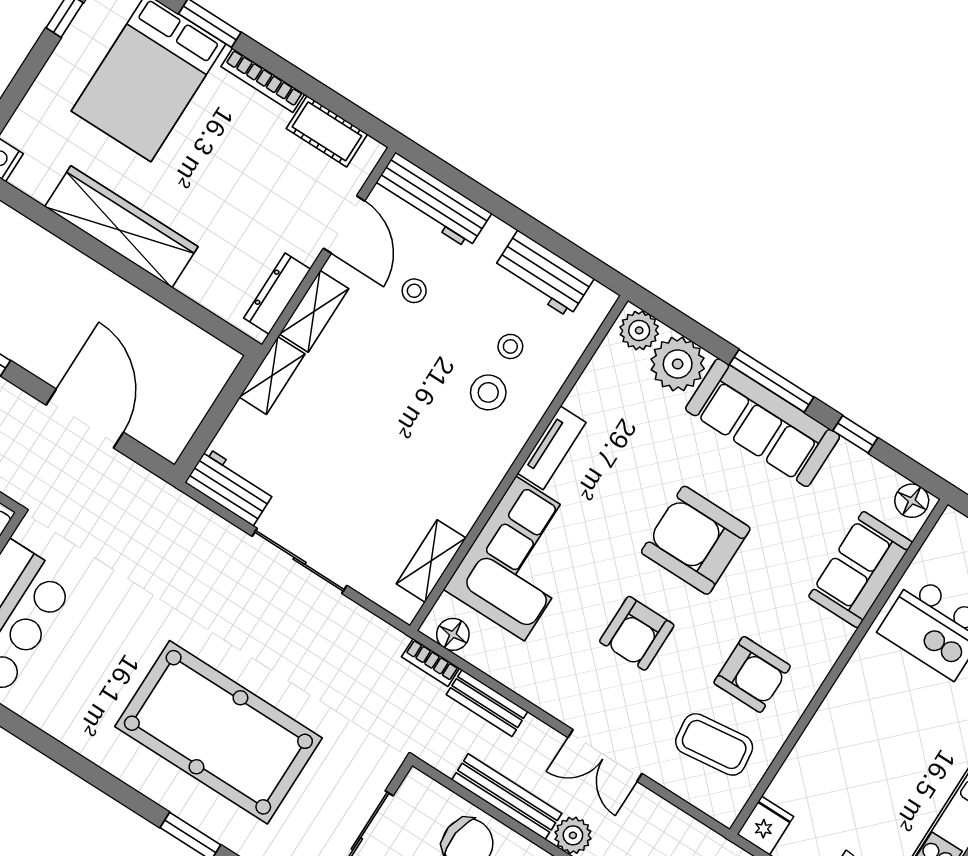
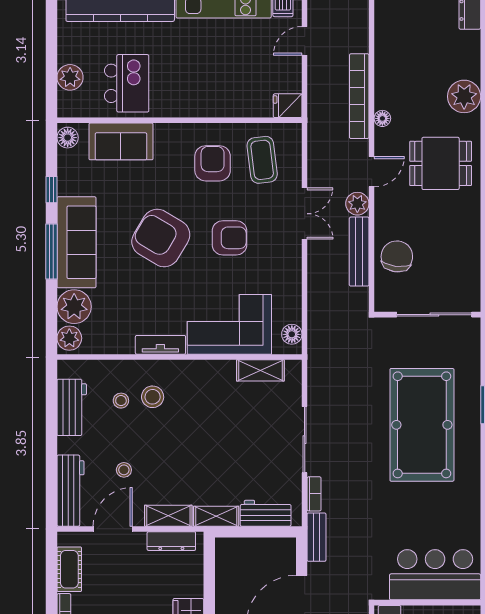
workbench: (230, 487) -> (266, 513), moved, turned 90
armchair: (696, 540) -> (161, 238), turned 121
bookcase: (431, 662) -> (314, 494), moved
bench: (487, 703) -> (317, 537), moved

